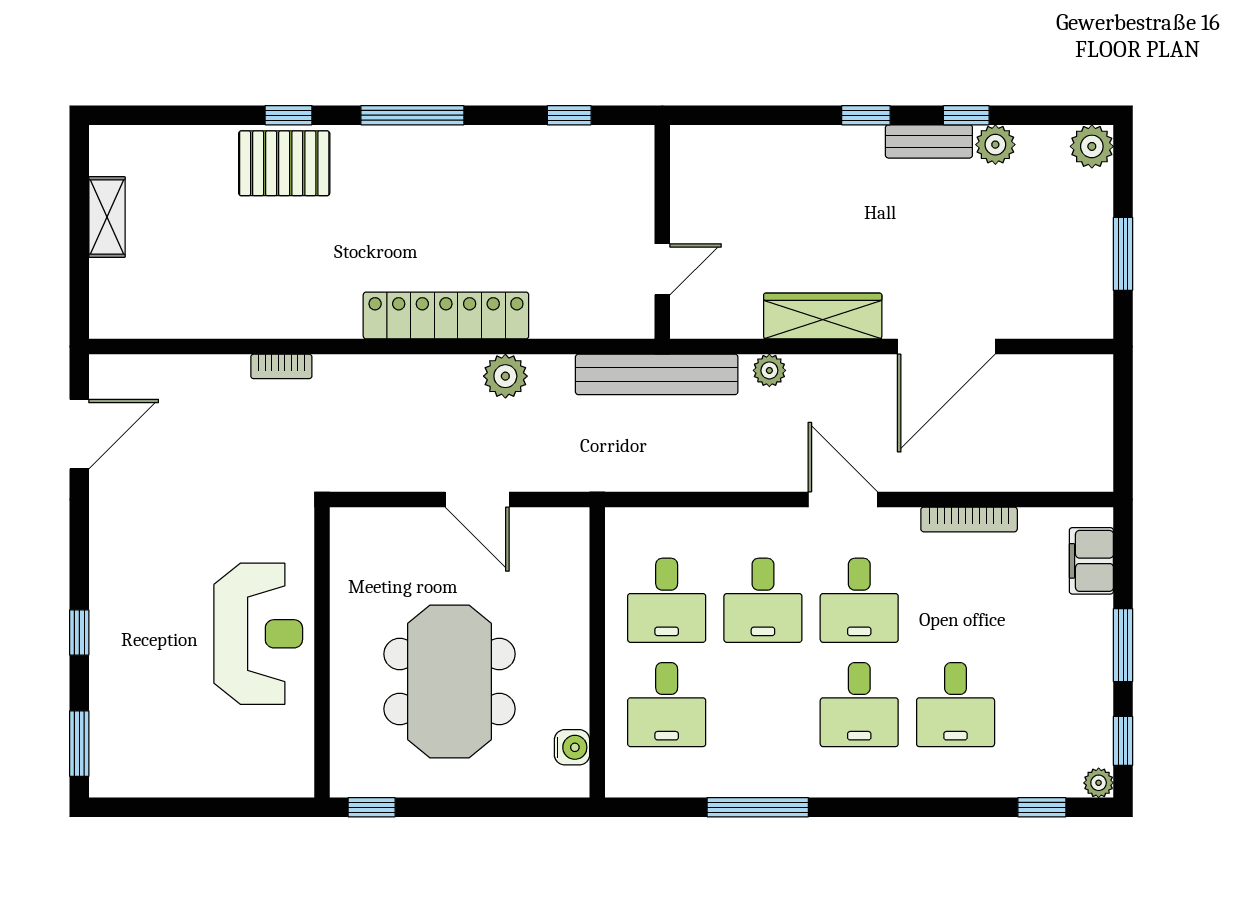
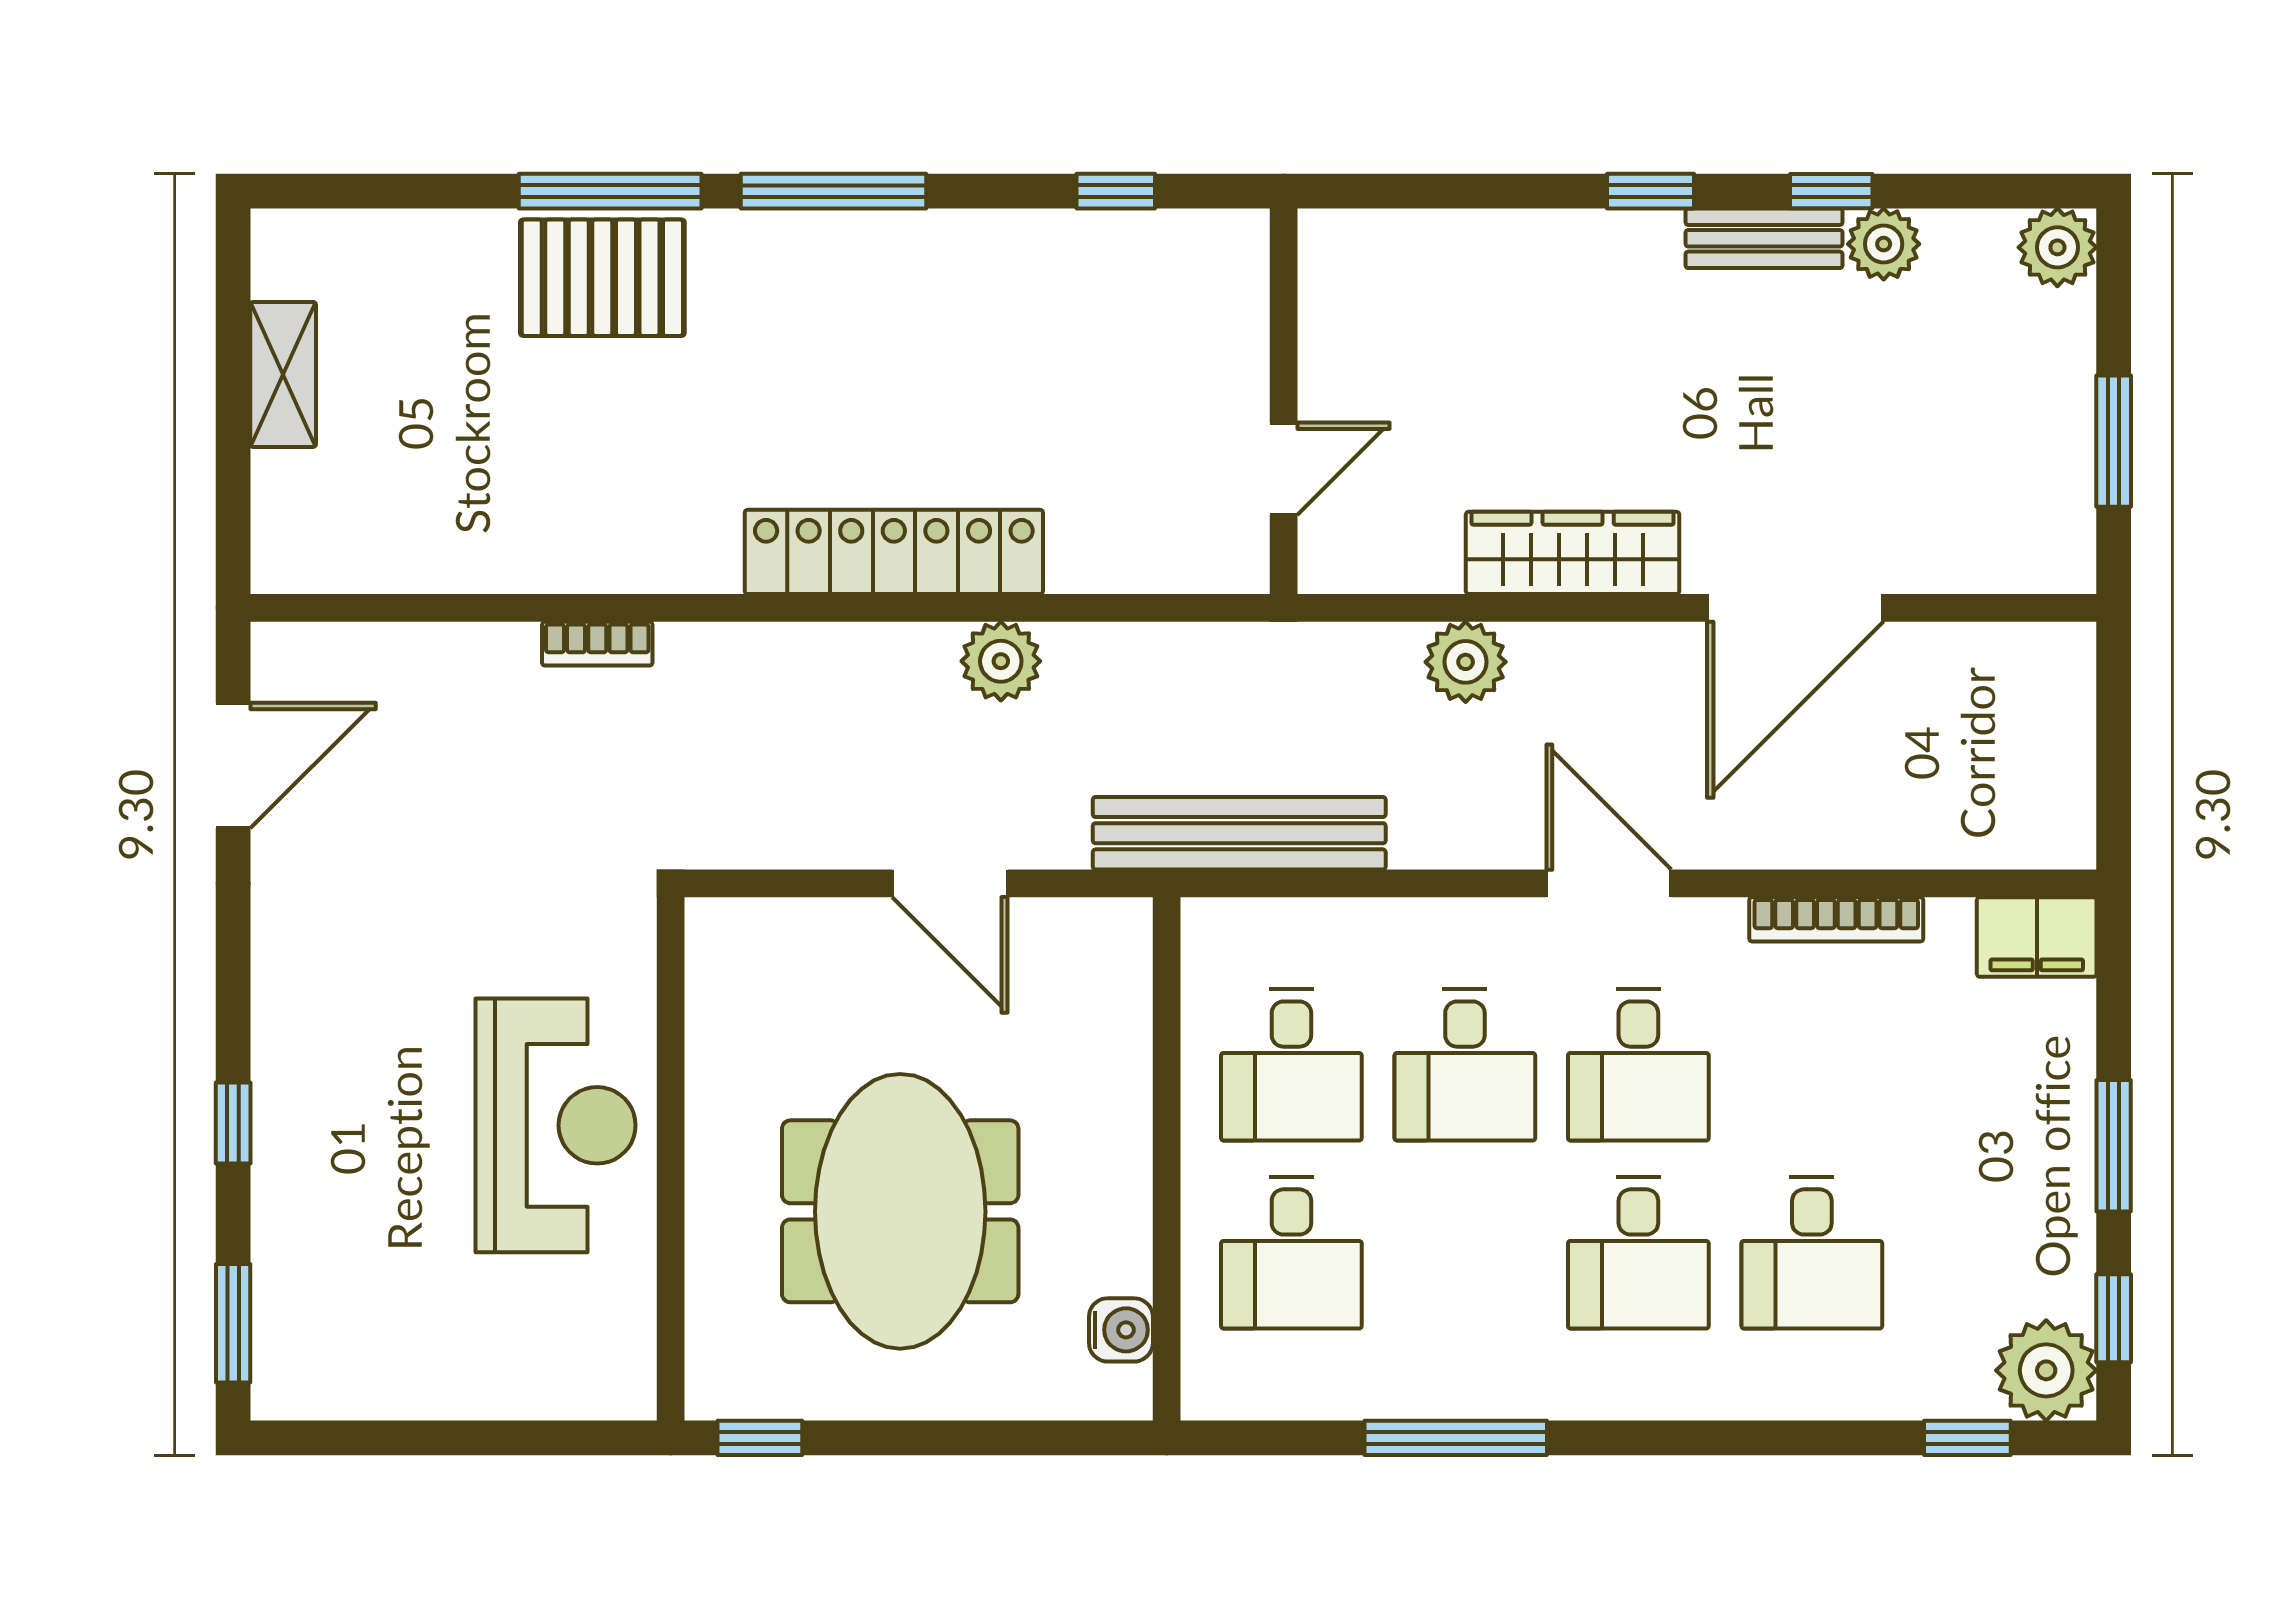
window: (288, 115) -> (610, 191), width x2.17
plant: (769, 370) -> (1466, 662), width x1.38, depth x1.38
bench: (657, 374) -> (1239, 833), moved
filing cabinet: (1091, 561) -> (2037, 937), moved, turned -90
plant: (1099, 783) -> (2046, 1370), width x1.87, depth x1.87

